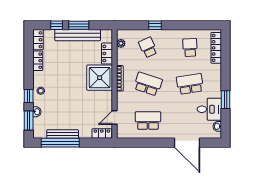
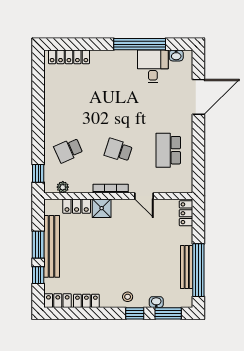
window: (155, 25) -> (38, 173), moved
school desk: (190, 47) -> (68, 93), removed
shower: (100, 78) -> (102, 208), width x0.54, depth x0.54
school desk: (148, 84) -> (118, 150), width x0.54
school desk: (190, 84) -> (118, 93), removed
window: (226, 100) -> (140, 44), width x2.11
door: (114, 118) -> (144, 196), moved

